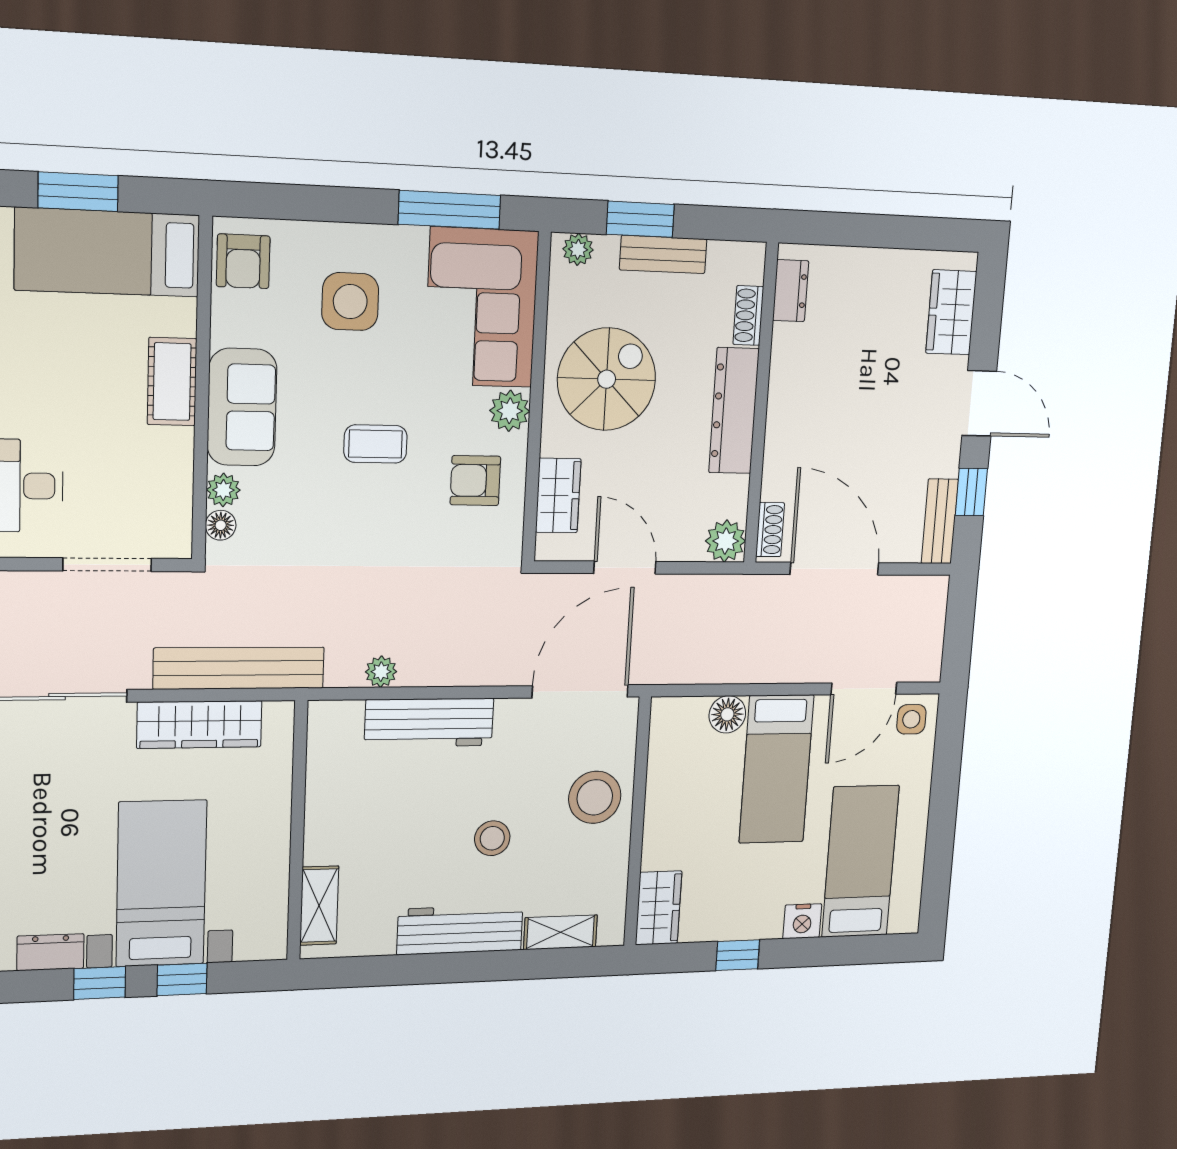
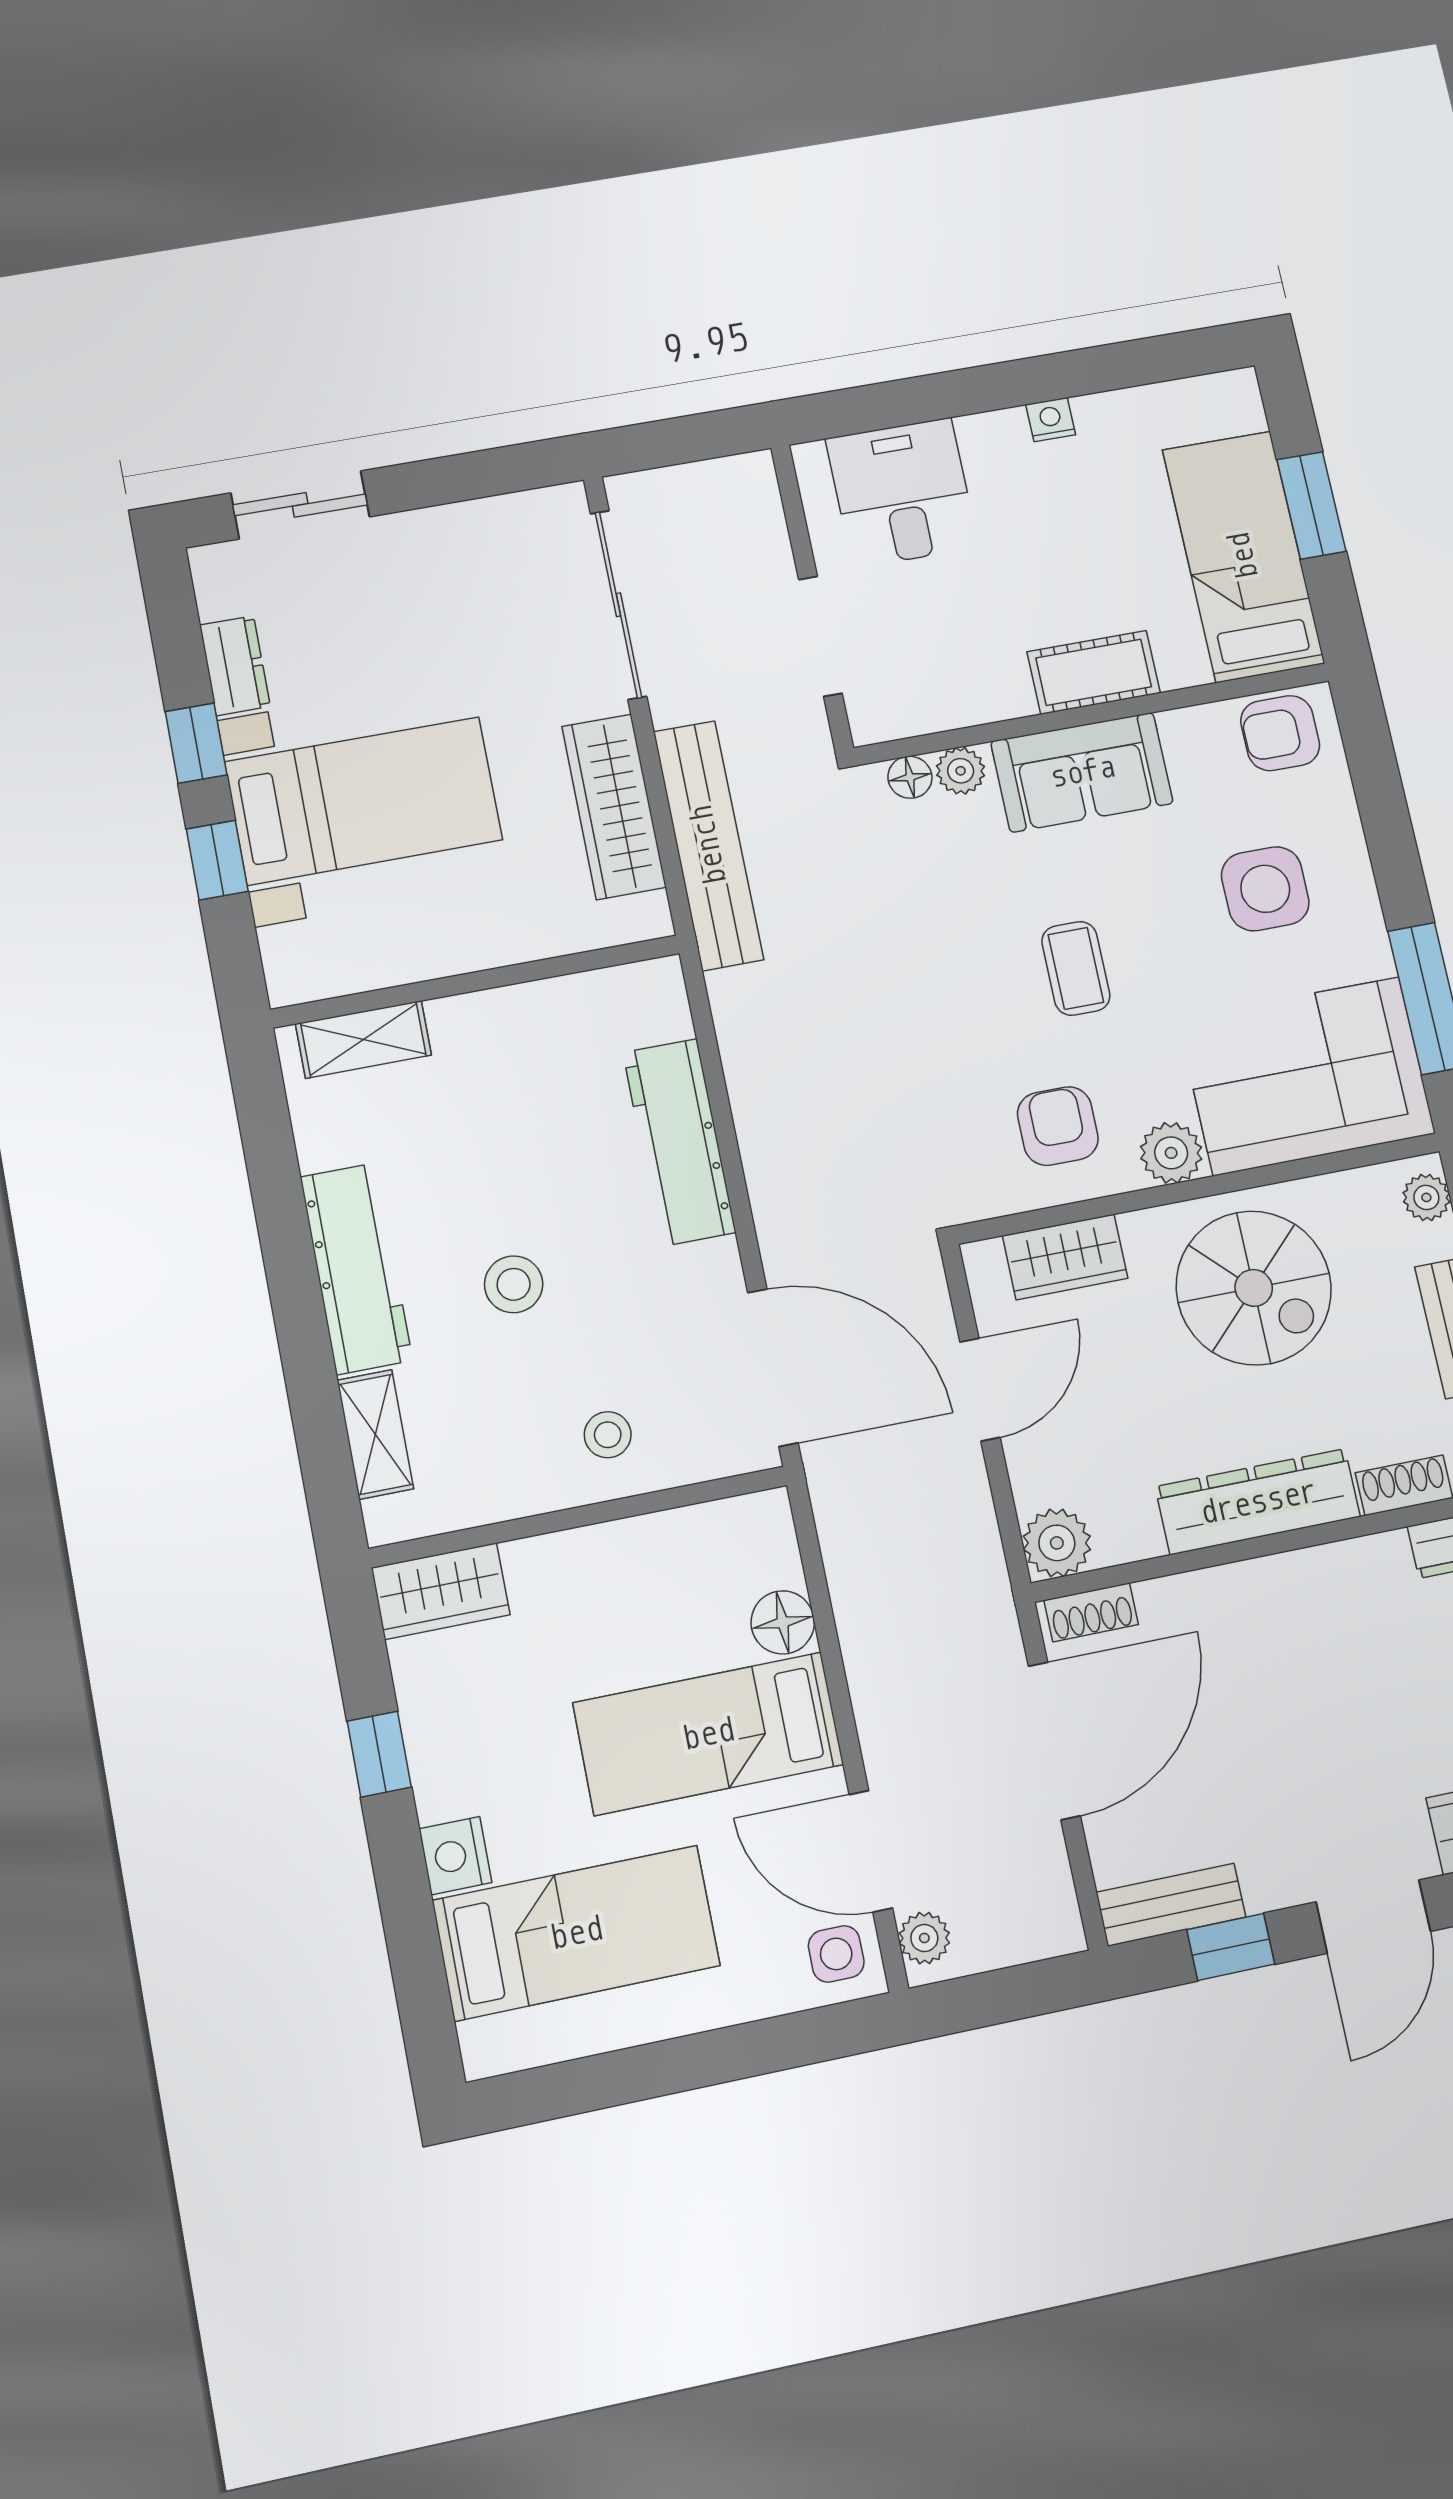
plant: (381, 672) -> (924, 1938), moved
stool: (595, 797) -> (608, 1435), width x0.53, depth x0.53

